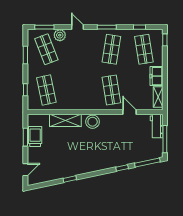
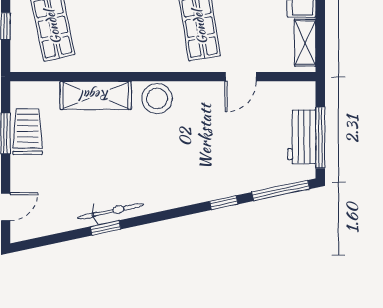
door: (130, 112) -> (241, 77), swing flipped
workbench: (157, 126) -> (302, 137), moved
bicycle: (72, 172) -> (111, 211), added

